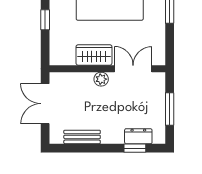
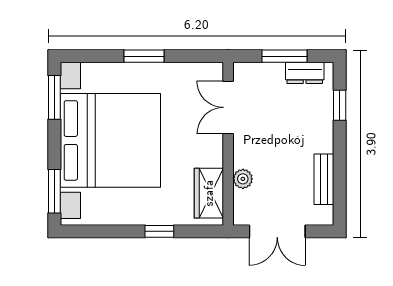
wardrobe: (94, 55) -> (209, 193), moved
plant: (101, 79) -> (243, 179), moved
dresser: (138, 136) -> (305, 73), moved, turned -90

